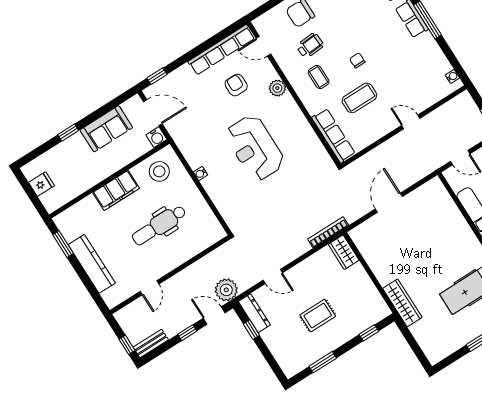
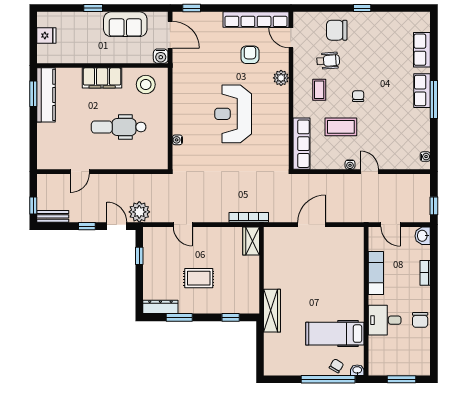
water cooler: (389, 127) -> (350, 165), added
water cooler: (201, 173) -> (177, 140), moved
kitchen counter: (92, 264) -> (46, 95), moved
dresser: (254, 313) -> (160, 307), moved, turned -90

